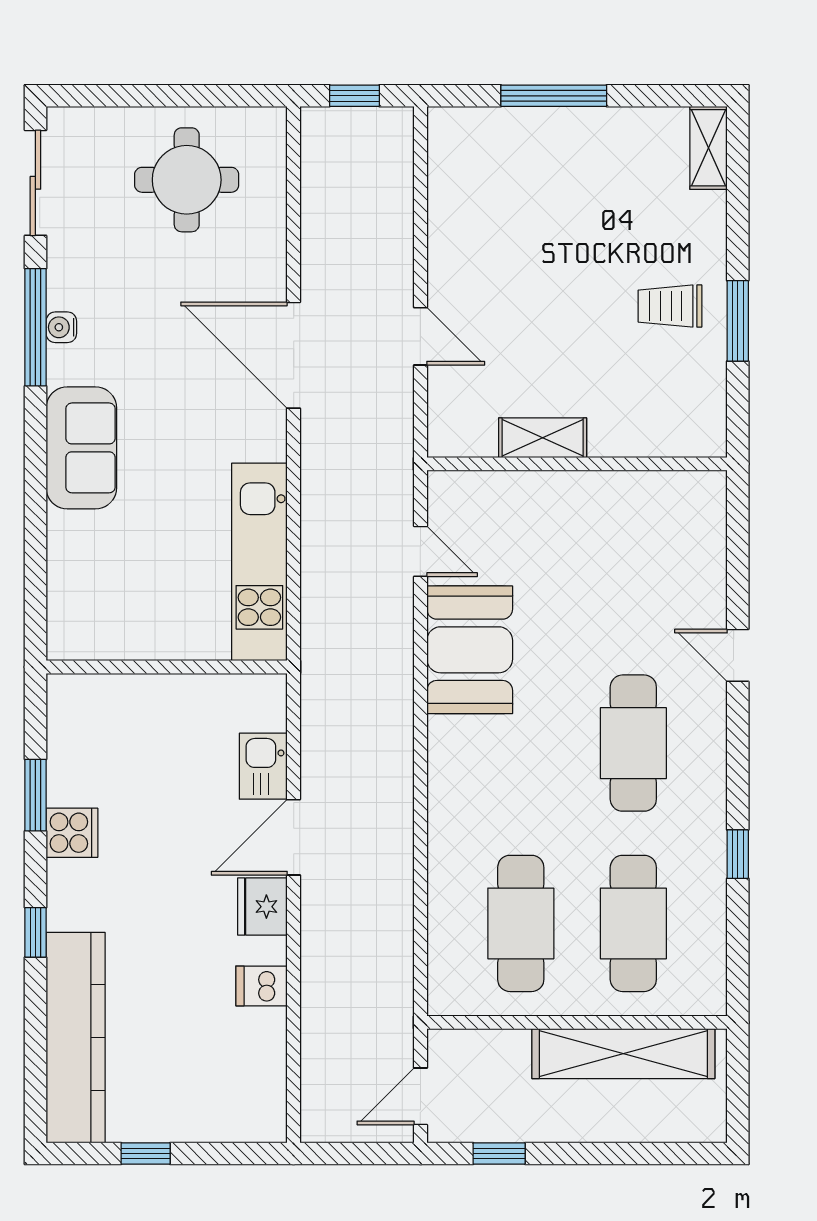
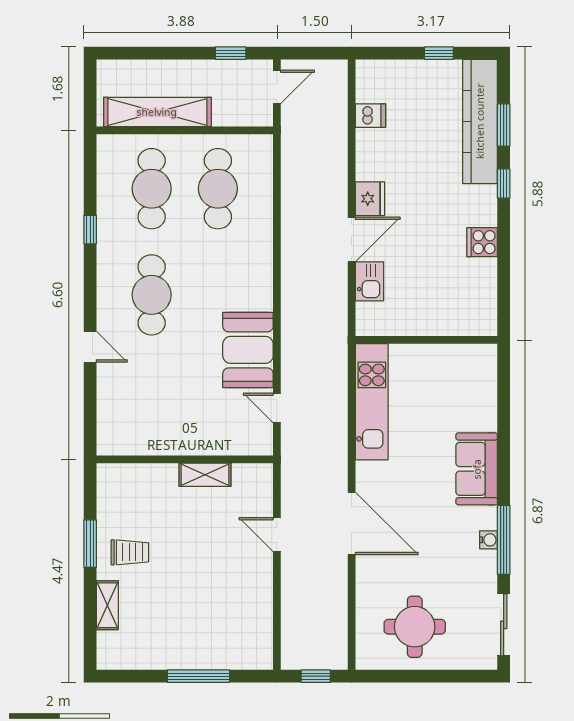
shelving: (709, 148) -> (107, 605), moved
window: (35, 795) -> (504, 125), moved
dishwasher: (262, 986) -> (371, 116), moved

